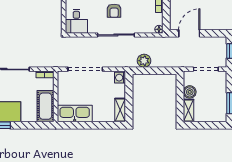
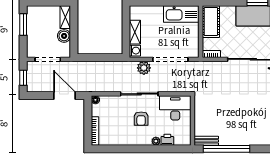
armchair: (114, 11) -> (141, 119), turned 180
desk: (76, 21) -> (175, 108), width x1.37
door: (189, 33) -> (64, 96), swing flipped
plant: (144, 61) -> (144, 68), moved
shelving: (120, 110) -> (135, 32), moved

